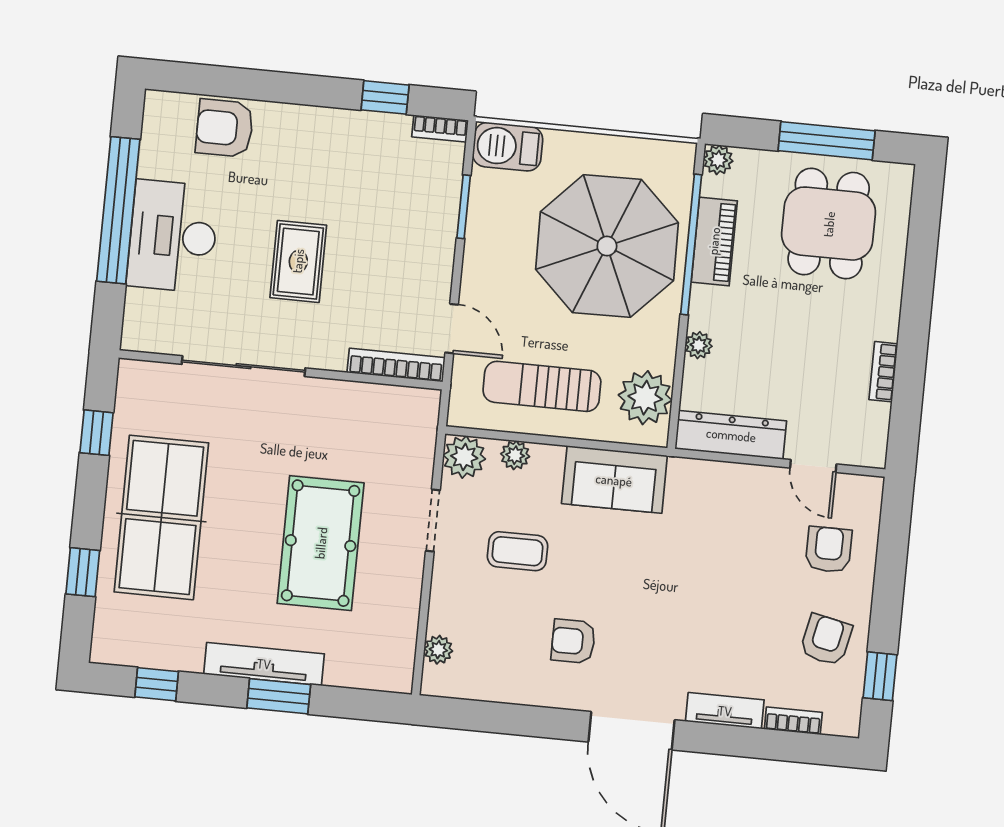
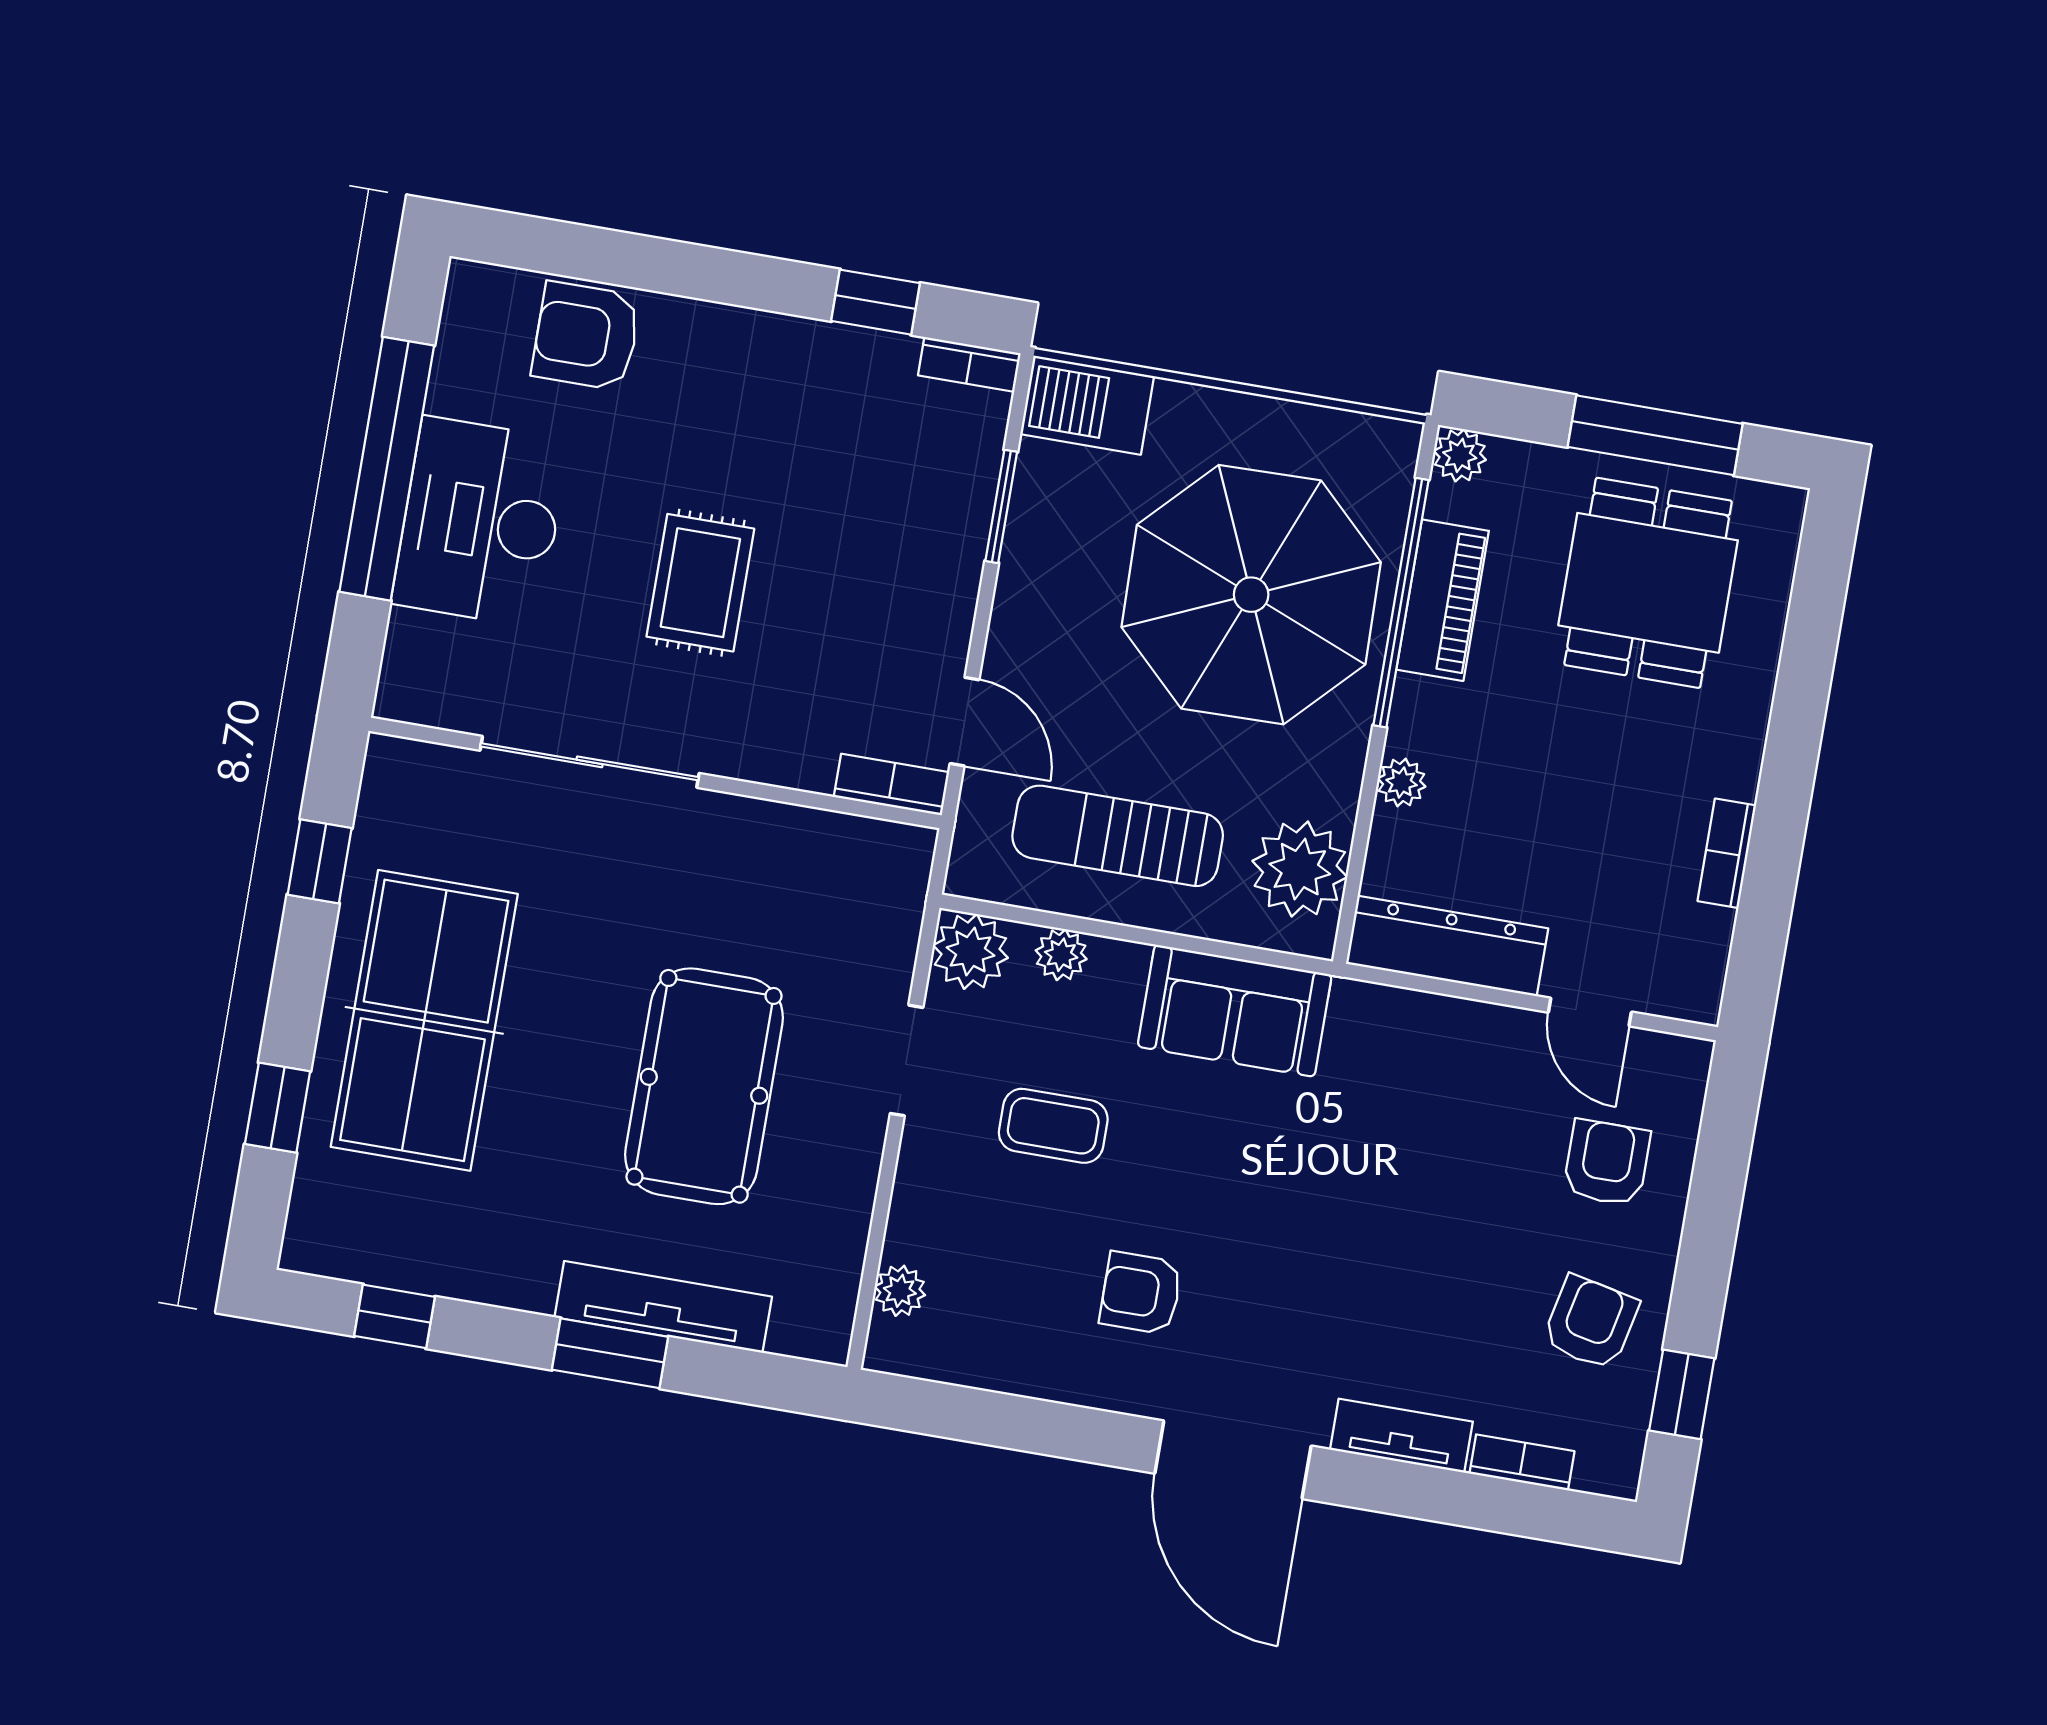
bookcase: (396, 365) -> (891, 785), width x0.64
tv unit: (264, 664) -> (663, 1307), moved

